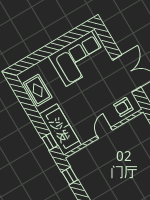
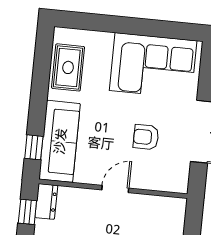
armchair: (123, 107) -> (146, 137), moved
dresser: (75, 164) -> (46, 201), added

